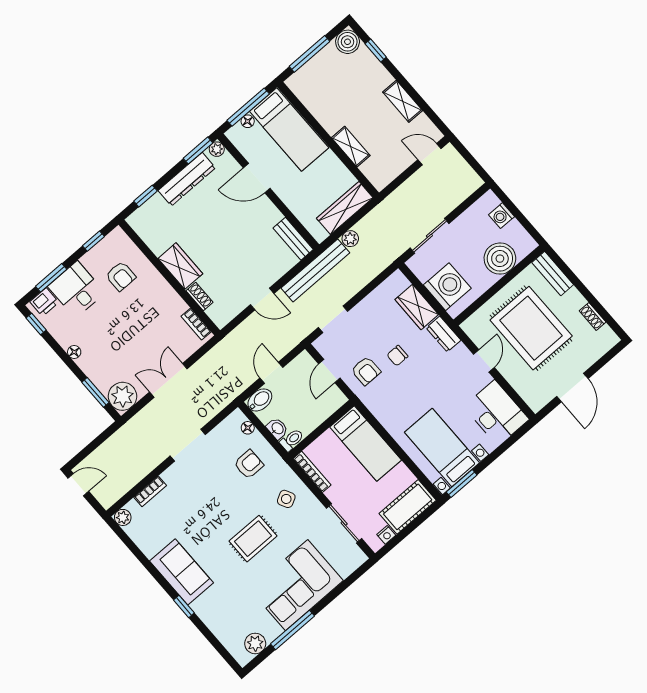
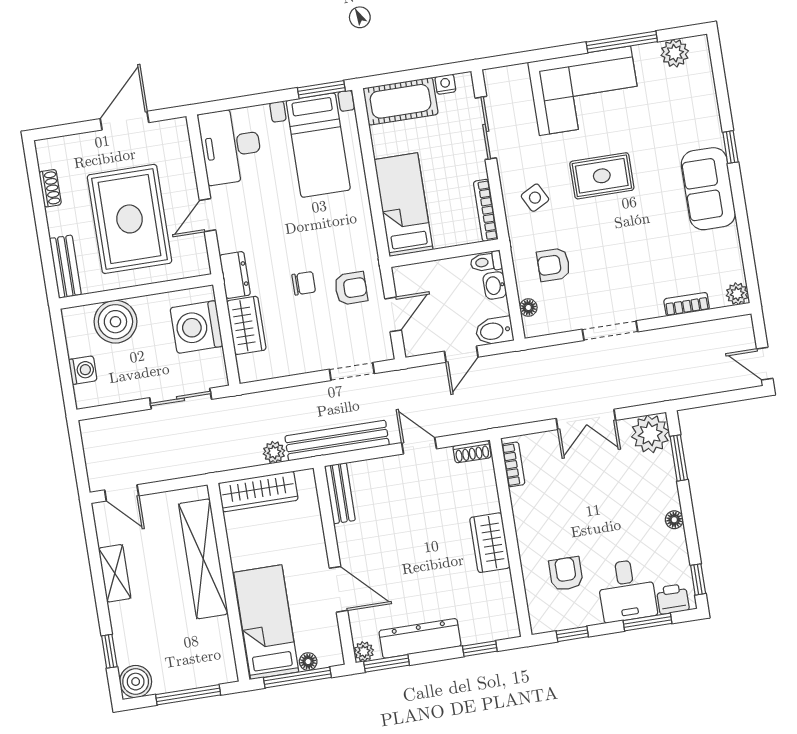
shelving: (351, 147) -> (203, 559), width x2.20, depth x1.33
shoe rack: (200, 297) -> (472, 452), moved, turned -90
armchair: (366, 371) -> (351, 288), turned 90

